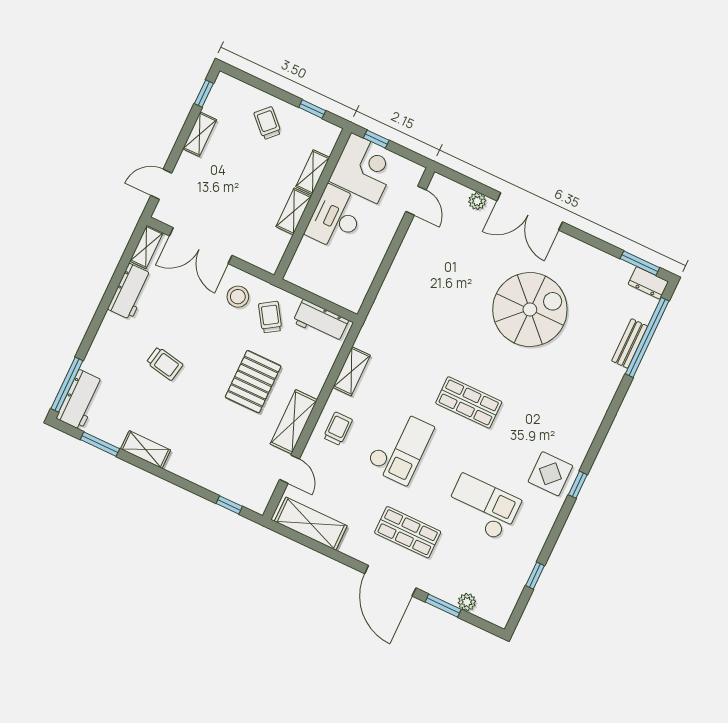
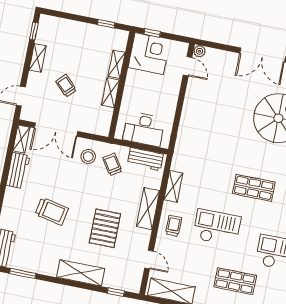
trolley: (268, 123) -> (66, 86), moved
plant: (477, 201) -> (199, 51), moved
desk: (336, 218) -> (144, 129), moved, turned -90
trolley: (165, 364) -> (52, 211), width x1.36, depth x1.39
pallet: (253, 382) -> (105, 228), moved
shelving: (294, 422) -> (148, 209), moved
checkout: (400, 447) -> (217, 228), turned -90
shelving: (146, 449) -> (81, 273), moved, width x1.50, depth x1.33

